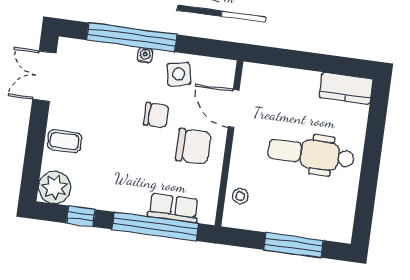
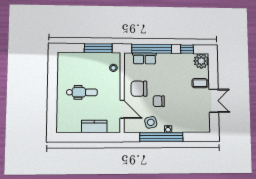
window: (132, 37) -> (161, 137), moved
double door: (44, 76) -> (214, 101), moved
kitchen counter: (346, 88) -> (94, 126), moved
dental chair: (311, 154) -> (82, 92), width x0.73, depth x0.72
window: (294, 245) -> (98, 48), moved

